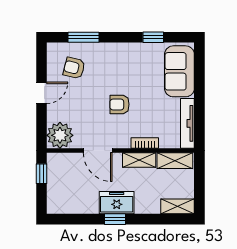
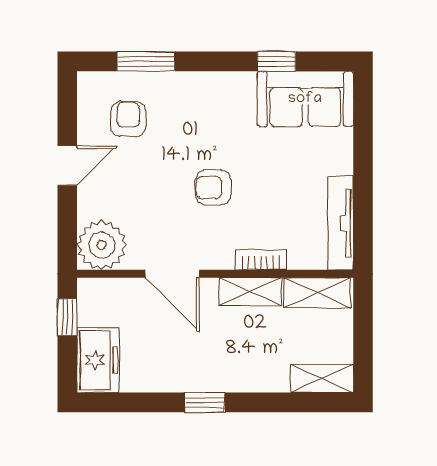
armchair: (74, 68) -> (128, 119), turned 76
sofa: (179, 71) -> (305, 99), moved, turned -90
freezer: (117, 203) -> (98, 360), moved, turned 90

